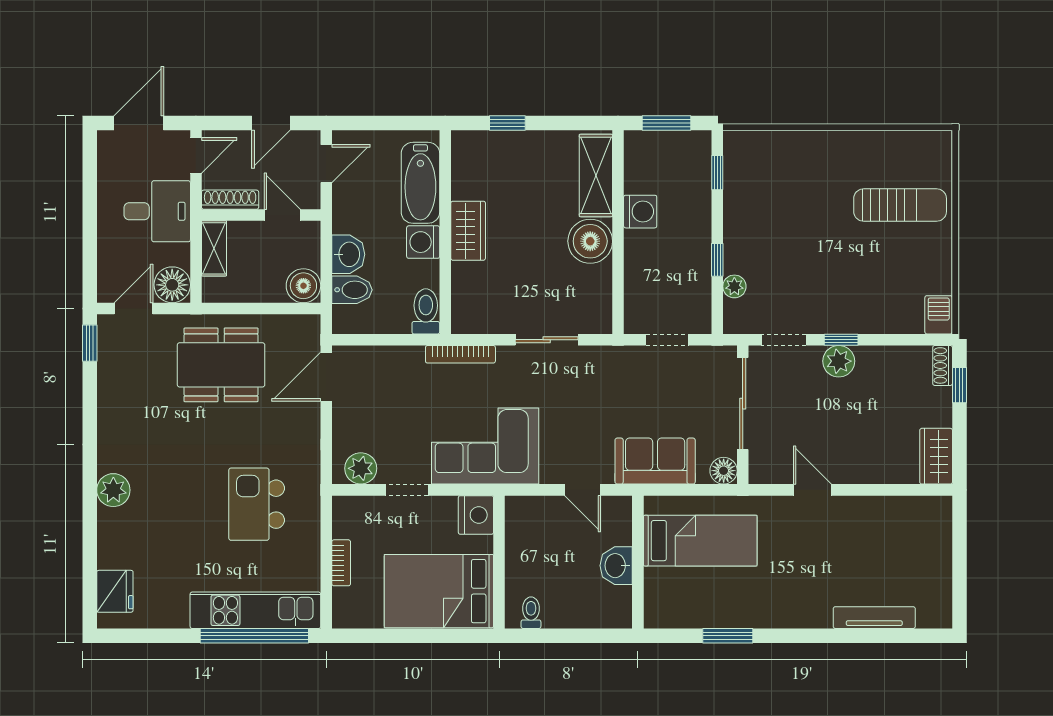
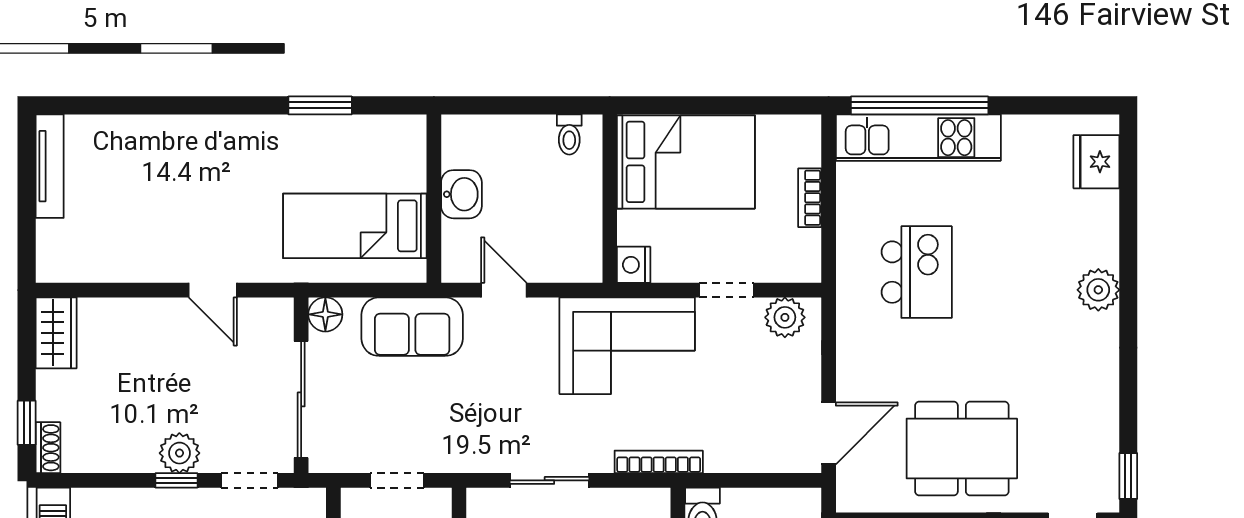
nightstand: (476, 515) -> (634, 265), width x0.74, depth x0.75
tv unit: (874, 618) -> (50, 166), moved, turned -90

